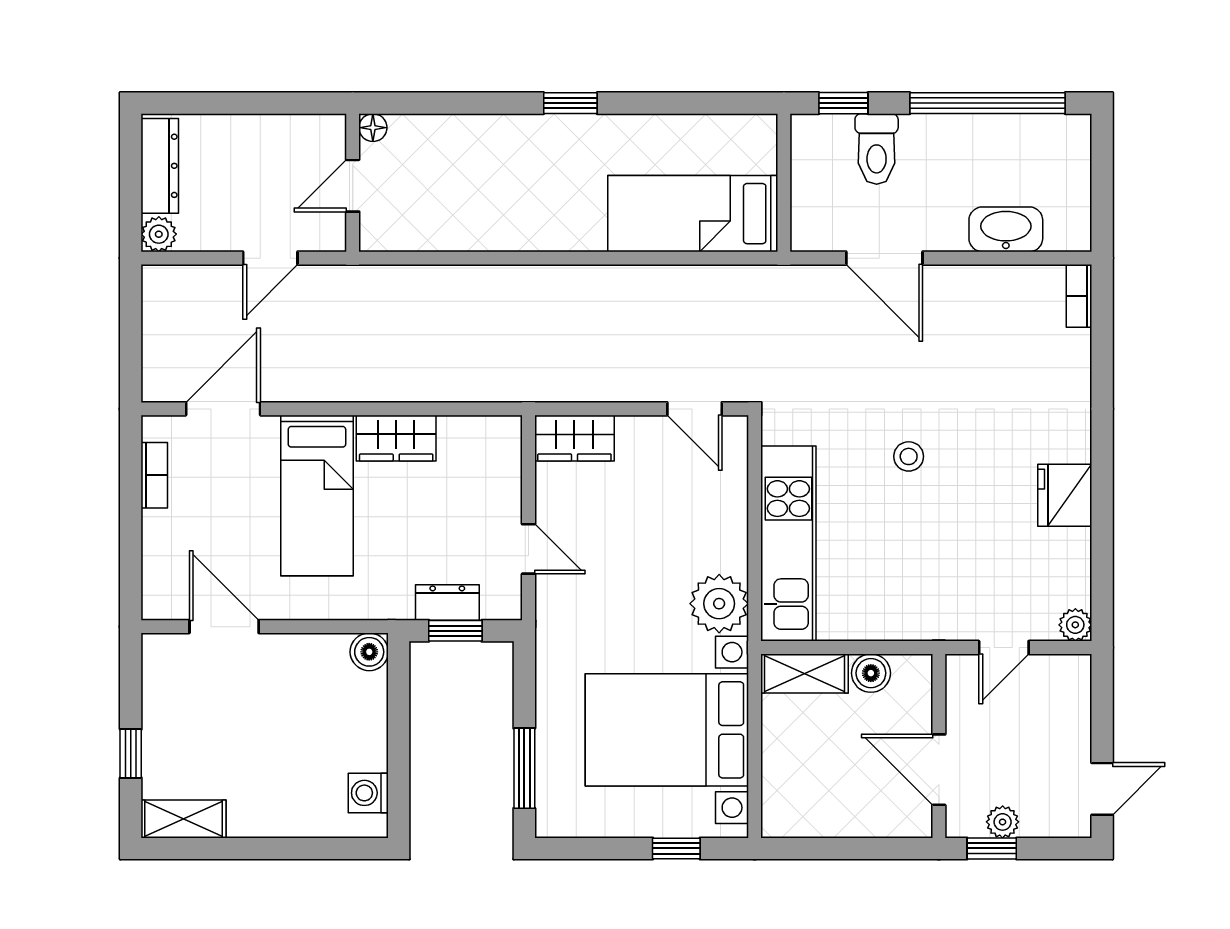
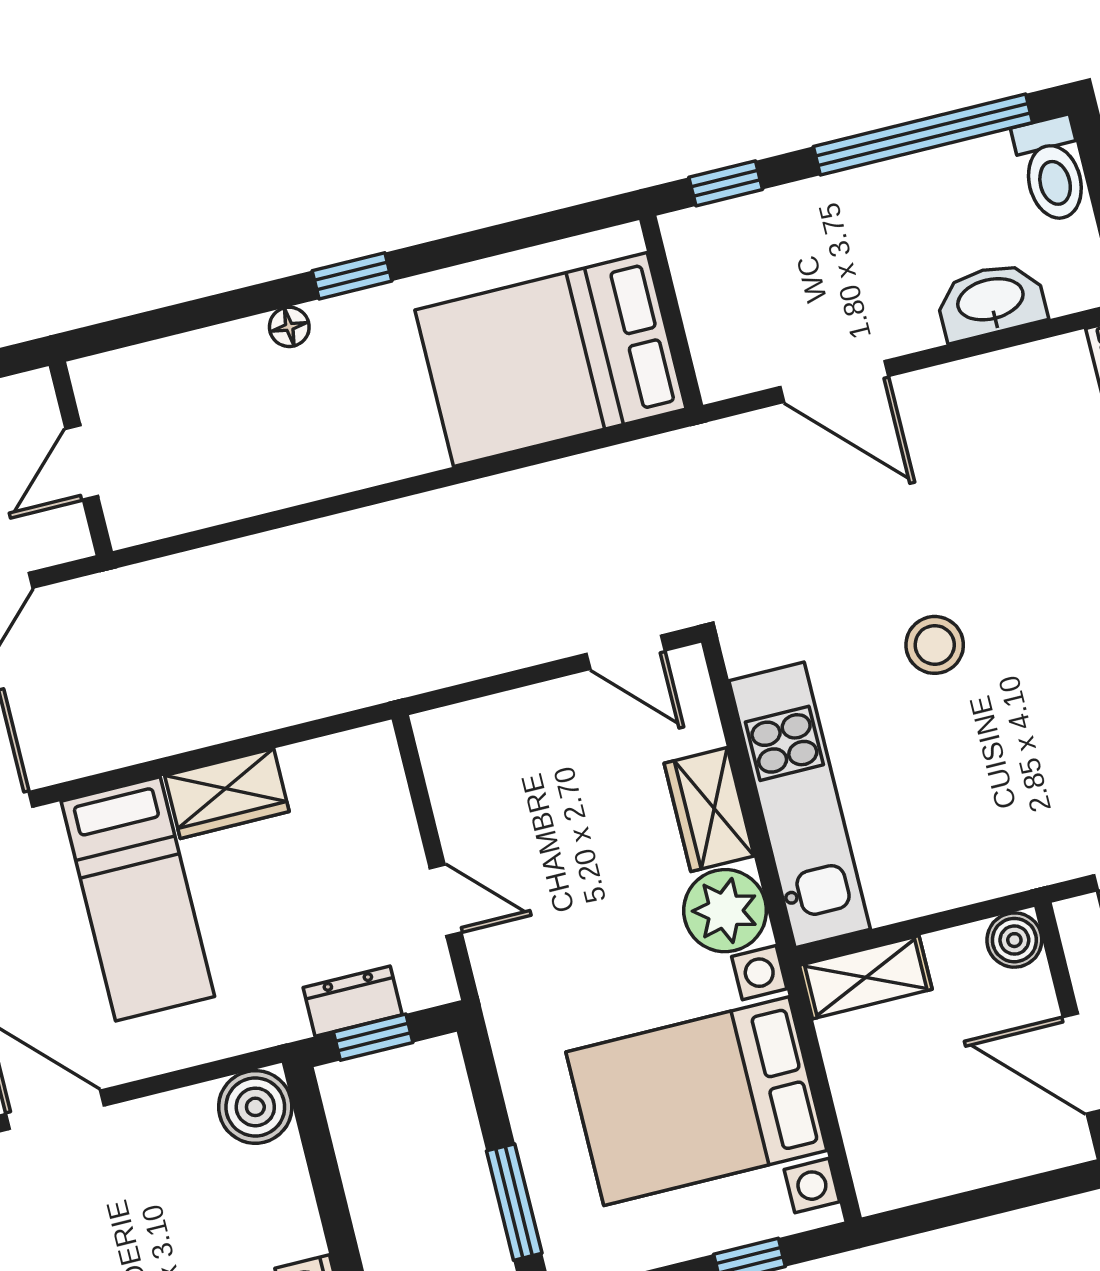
floor lamp: (373, 128) -> (289, 327), moved
toilet: (877, 149) -> (1052, 169), moved
bed: (693, 214) -> (550, 359), width x1.50
wardrobe: (574, 438) -> (709, 810), moved, turned 90
stool: (909, 456) -> (935, 645), width x1.37, depth x1.37
boiler: (369, 652) -> (255, 1107), width x1.36, depth x1.36
boiler: (871, 673) -> (1014, 940), moved

